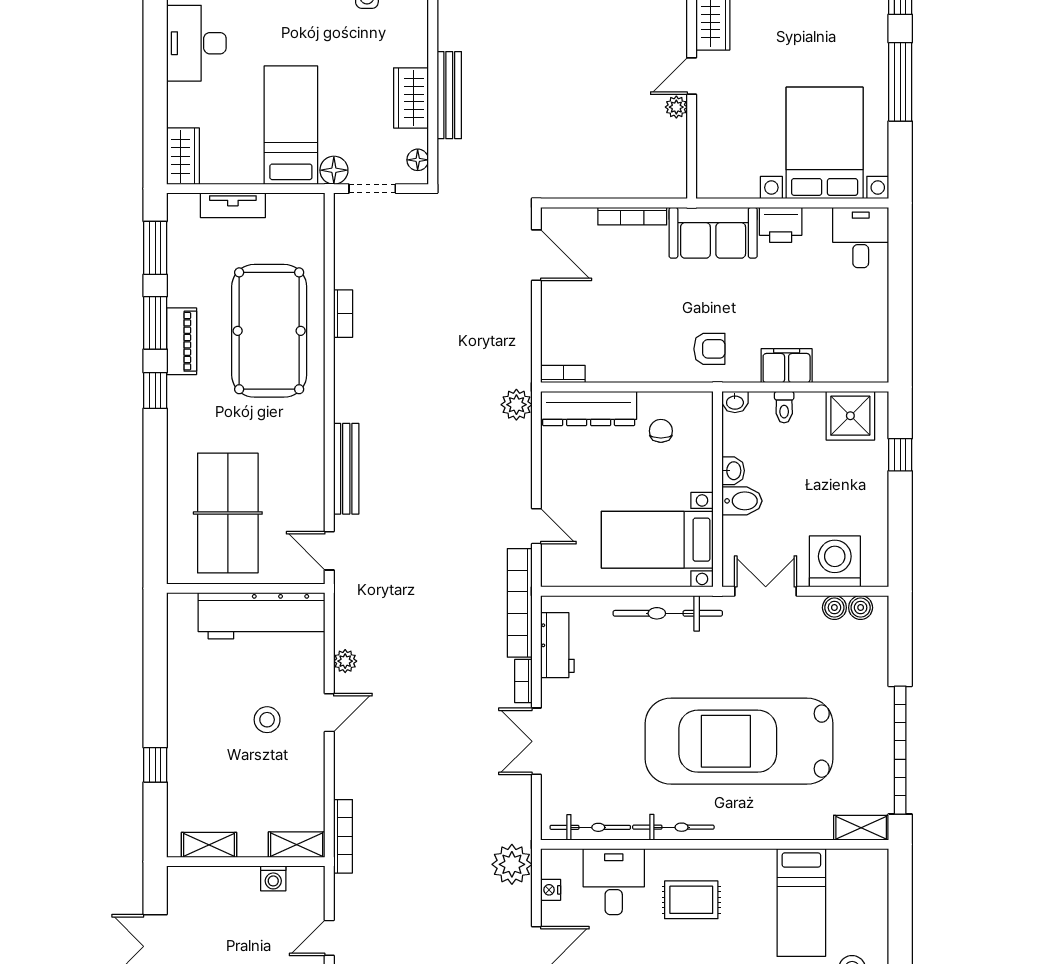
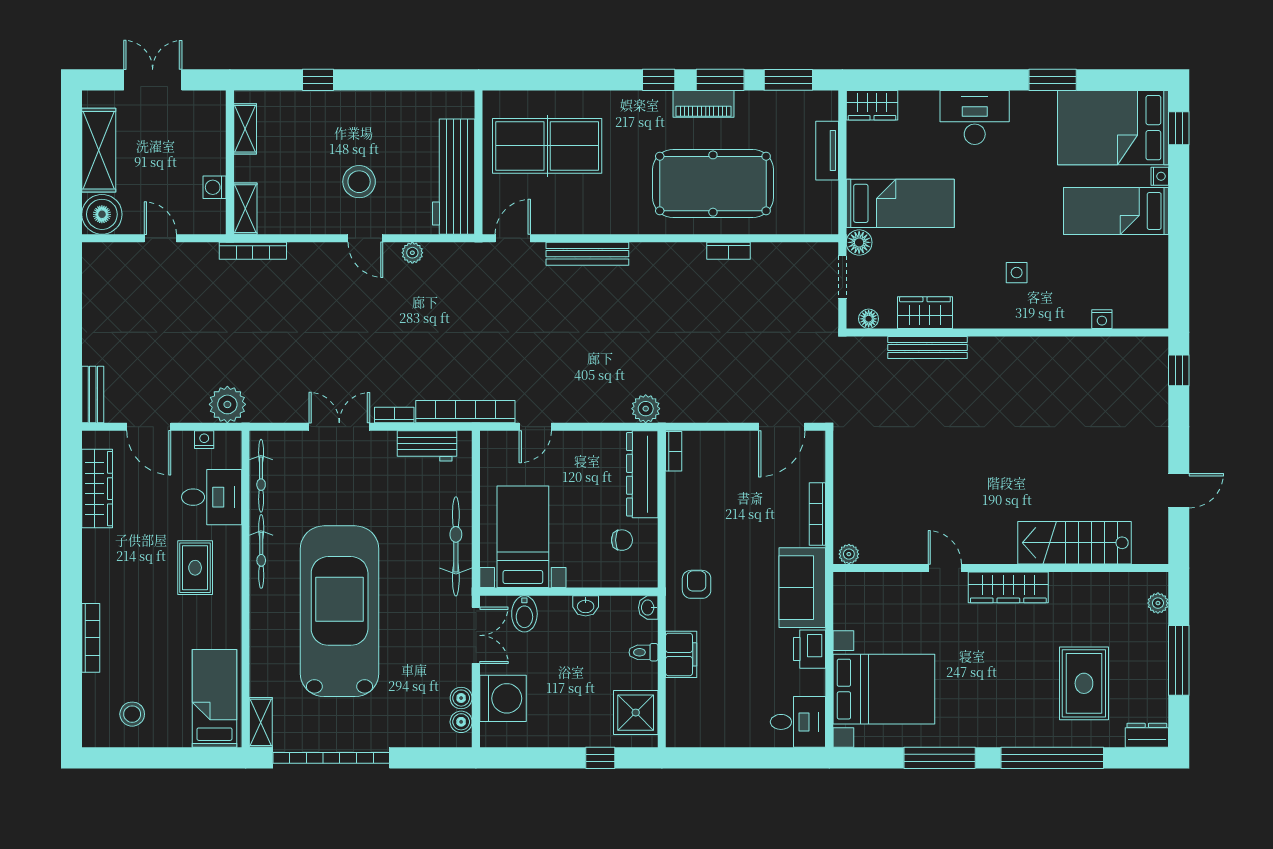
plant: (676, 107) -> (849, 554), moved
armchair: (709, 349) -> (697, 584), turned 180
bidet: (742, 501) -> (524, 614), moved
stool: (267, 720) -> (359, 182), width x1.38, depth x1.38
bed: (801, 903) -> (214, 698), moved, turned 90

